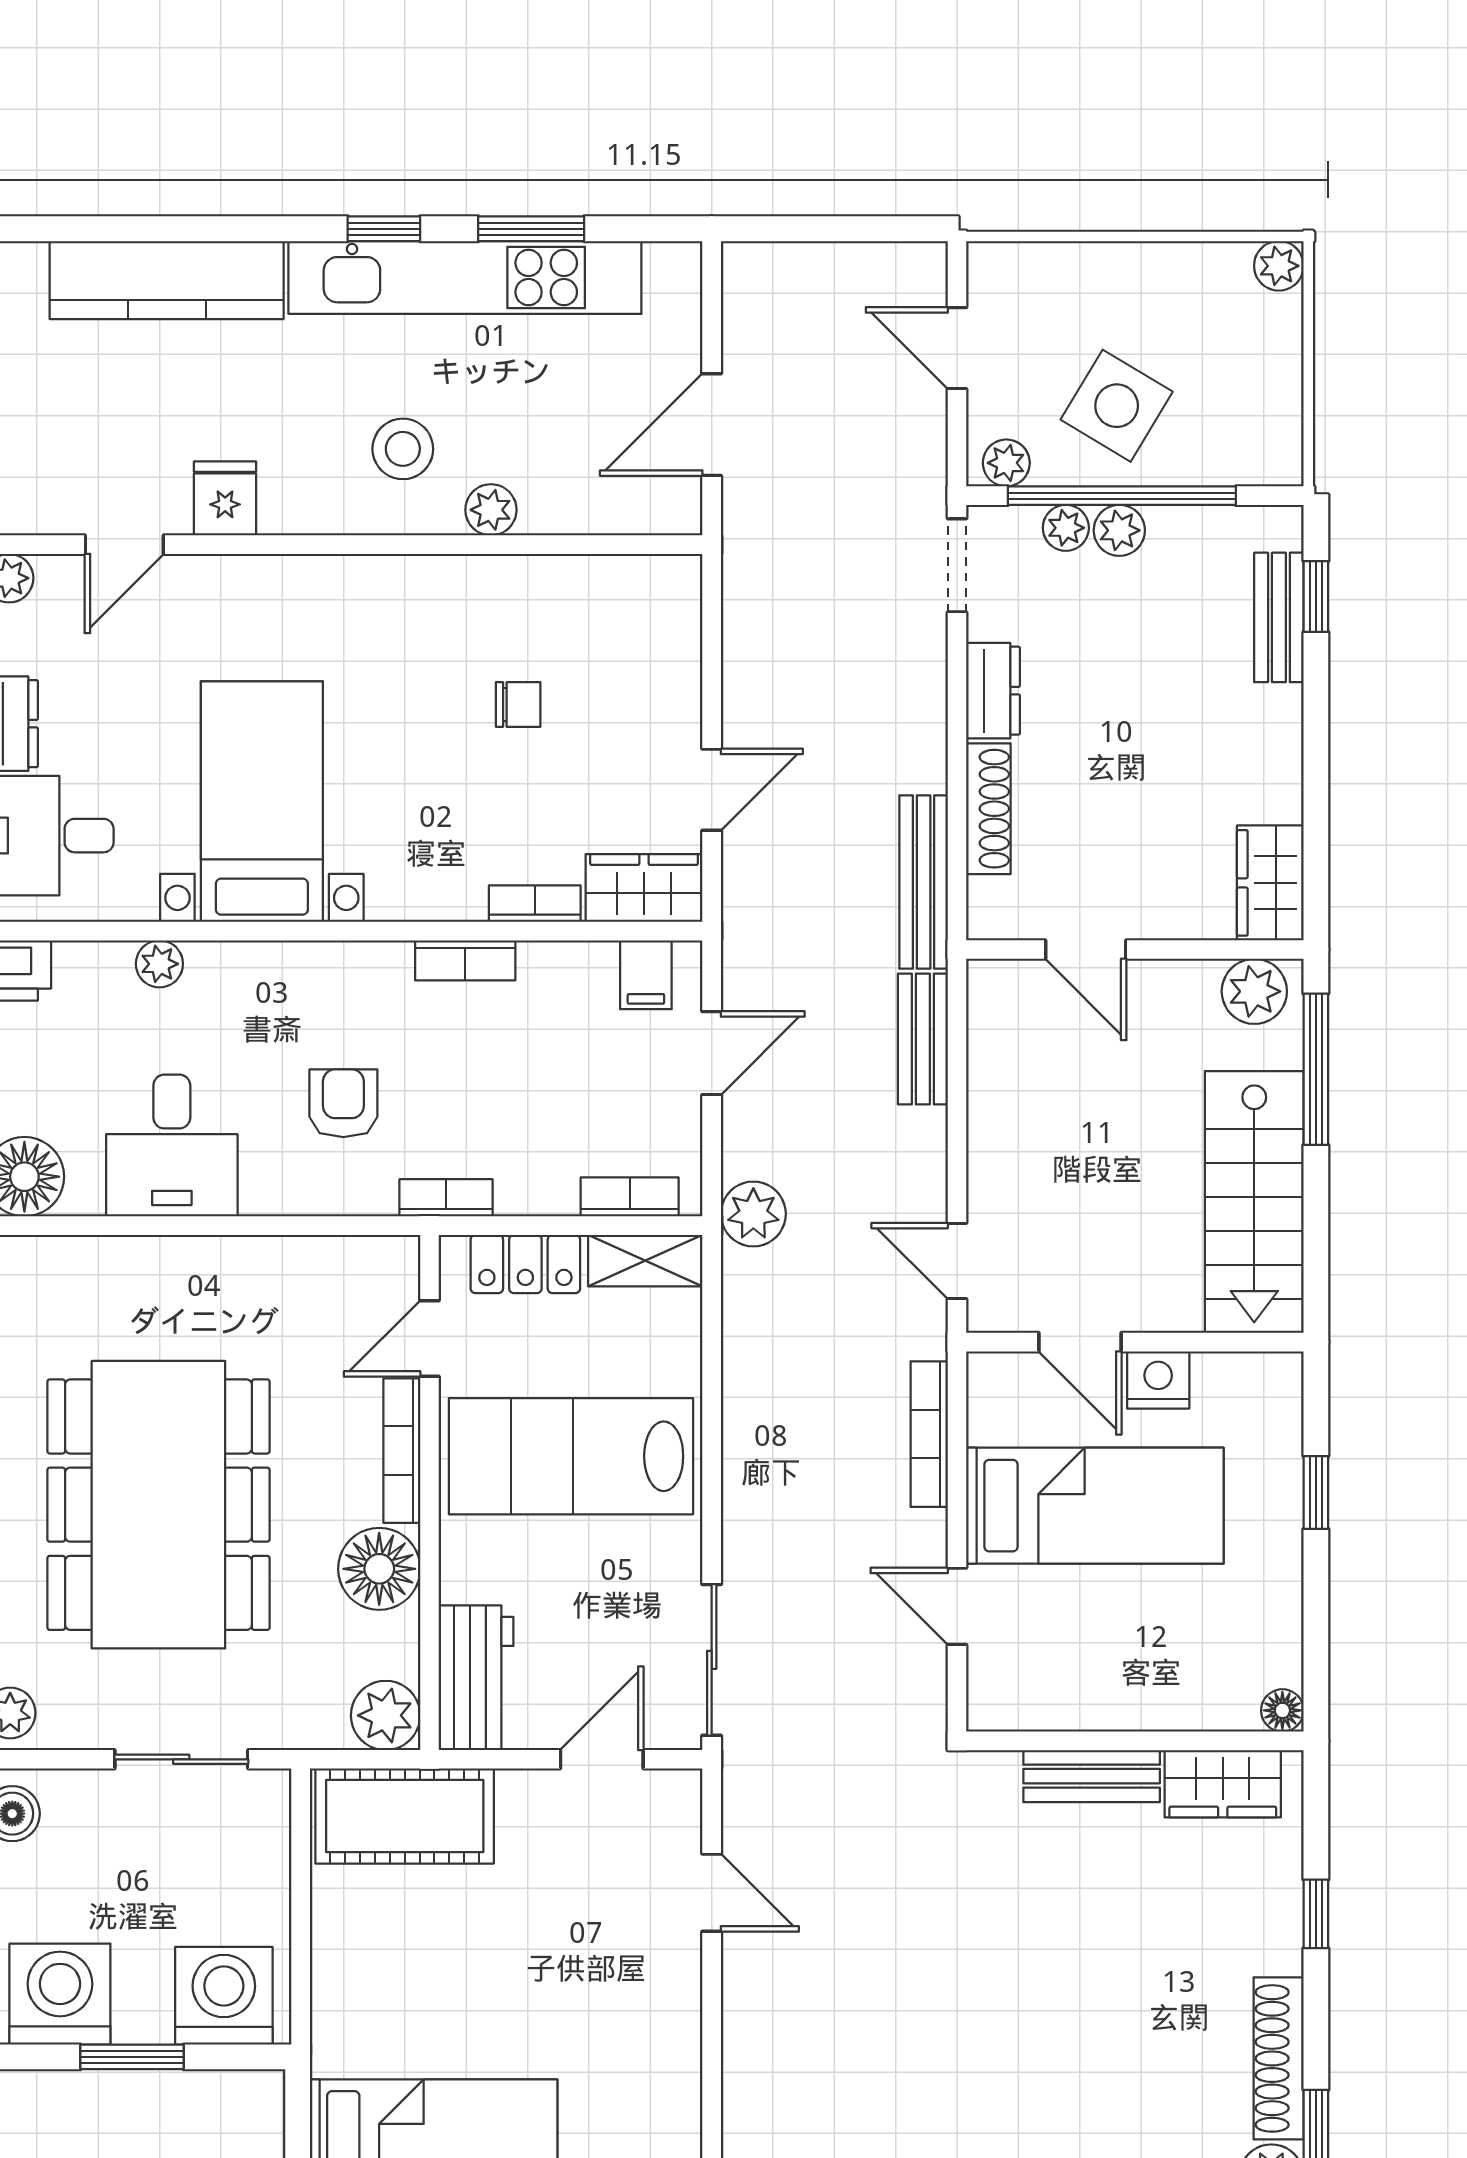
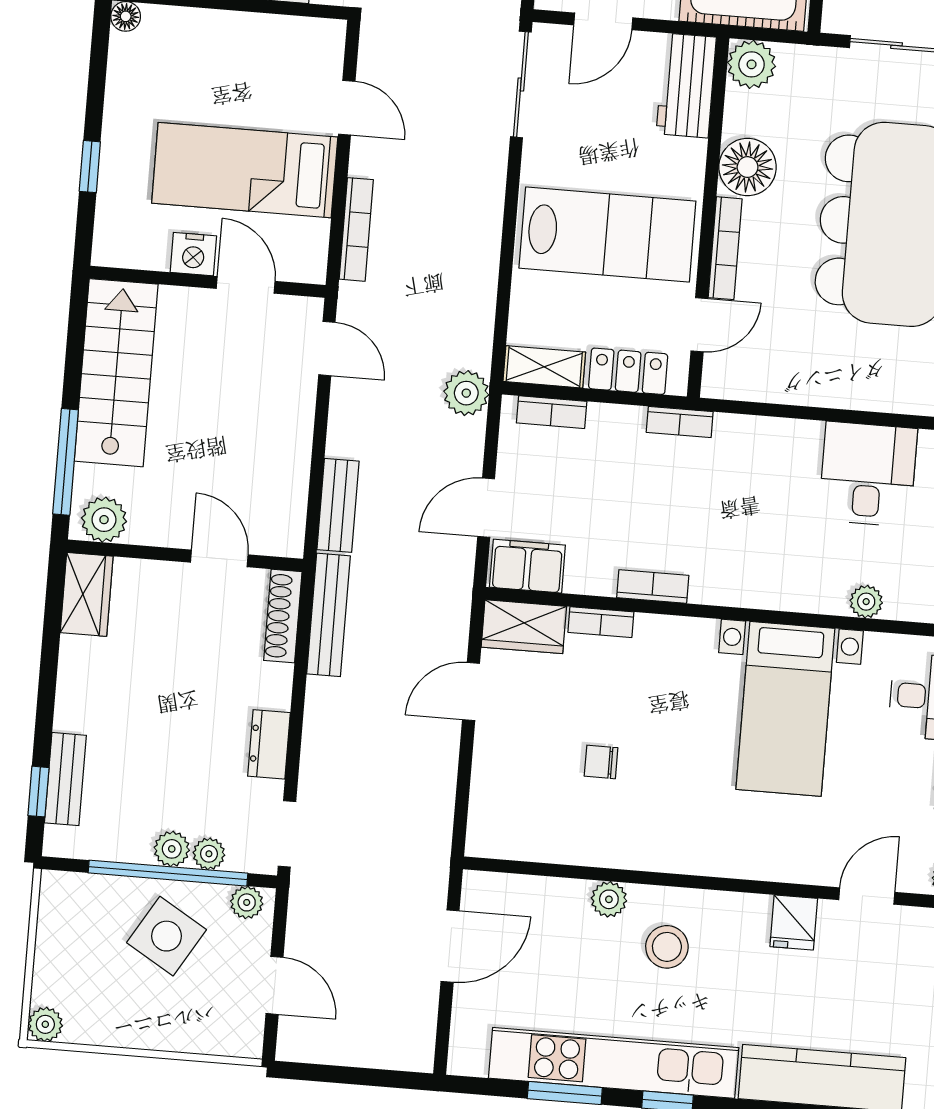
shoe rack: (988, 809) -> (283, 616), moved
filing cabinet: (646, 975) -> (527, 566), width x2.00
armchair: (343, 1103) -> (746, 494), removed

